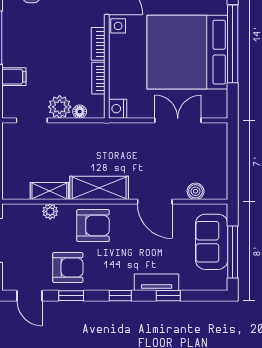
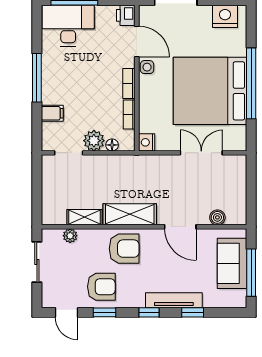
plant: (50, 211) -> (70, 236), moved
tv unit: (157, 282) -> (174, 300), width x1.41

